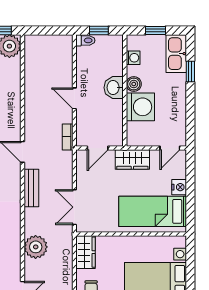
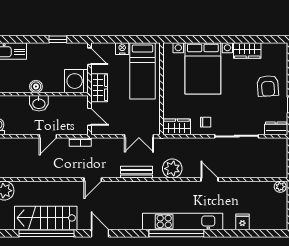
washing machine: (133, 58) -> (14, 87), removed
window: (190, 72) -> (58, 39), moved
washing machine: (140, 107) -> (76, 81), moved, turned -90
bench: (31, 188) -> (136, 172), moved

